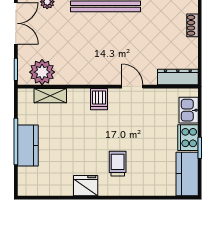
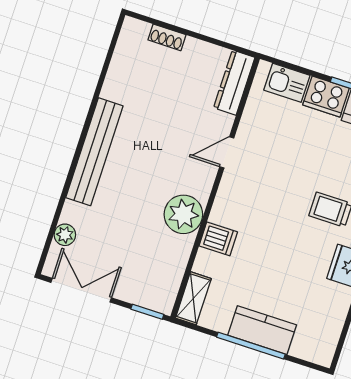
plant: (42, 72) -> (183, 214), moved
shelving: (50, 96) -> (193, 298), moved
dishwasher: (99, 99) -> (218, 239), moved

